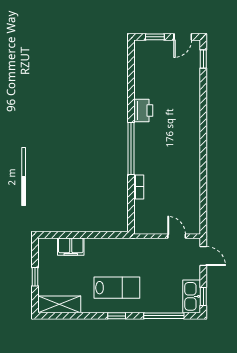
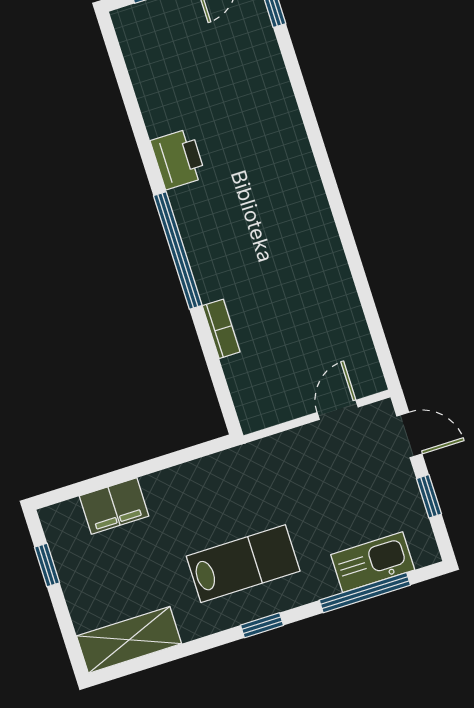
door: (177, 236) -> (338, 410), hinge flipped
window: (35, 277) -> (47, 565), moved
kitchen sink: (192, 296) -> (373, 562), moved, turned 90
window: (203, 296) -> (429, 496), moved

